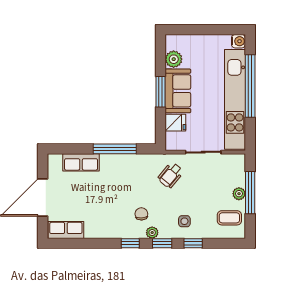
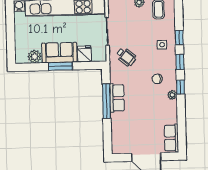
row of seats: (81, 162) -> (117, 98), moved
plant: (152, 233) -> (172, 95), moved

